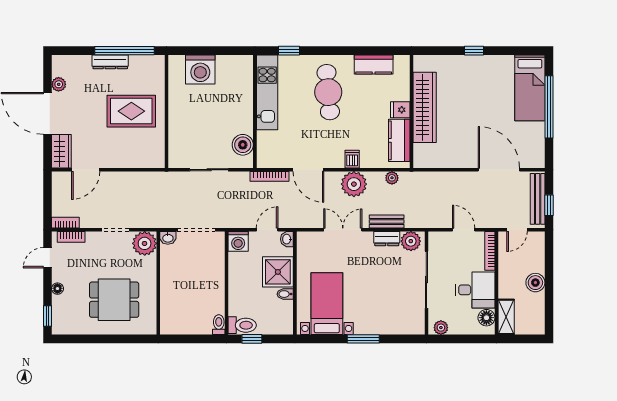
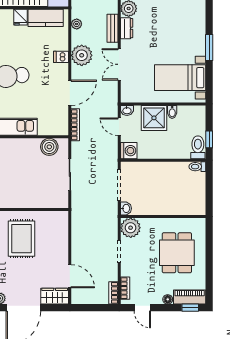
piano: (60, 315) -> (190, 297), added

